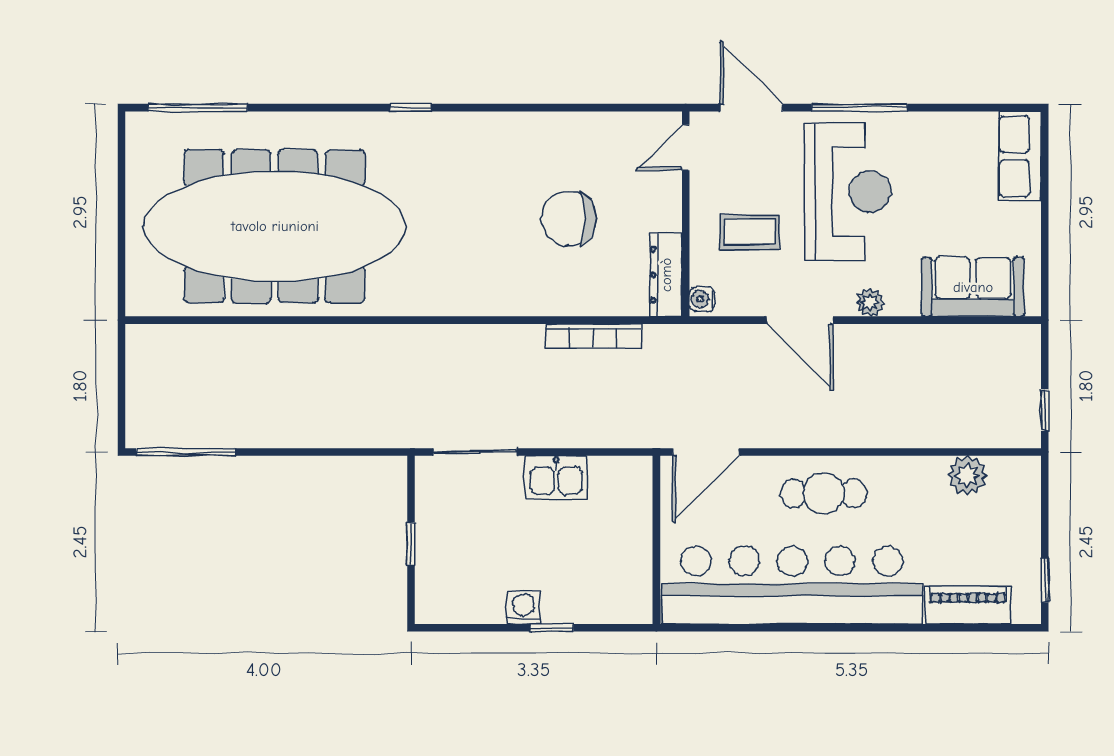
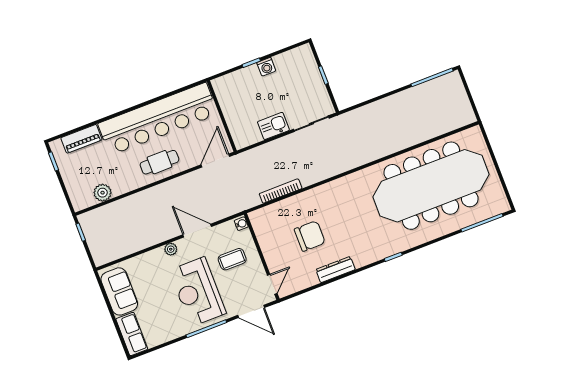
dresser: (666, 275) -> (335, 270), moved, turned -90
sofa: (973, 287) -> (119, 291), moved, turned -90

